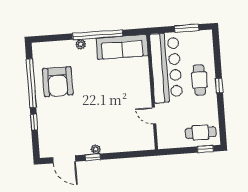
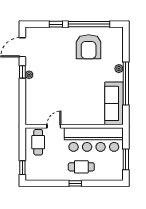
armchair: (58, 82) -> (89, 47), turned -90
cafe table: (201, 133) -> (38, 142), moved

